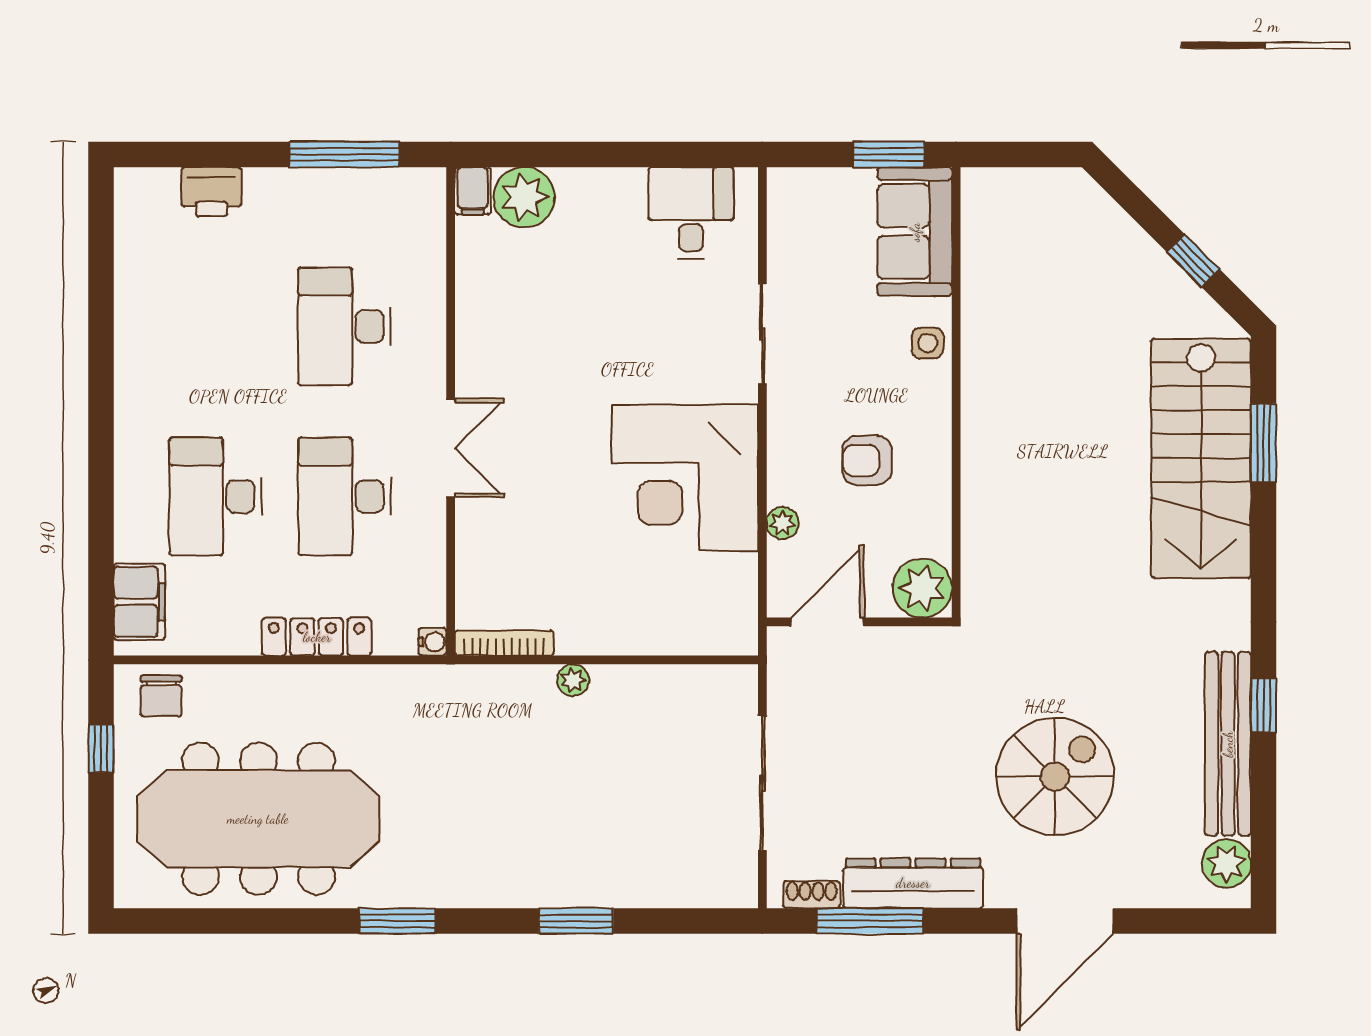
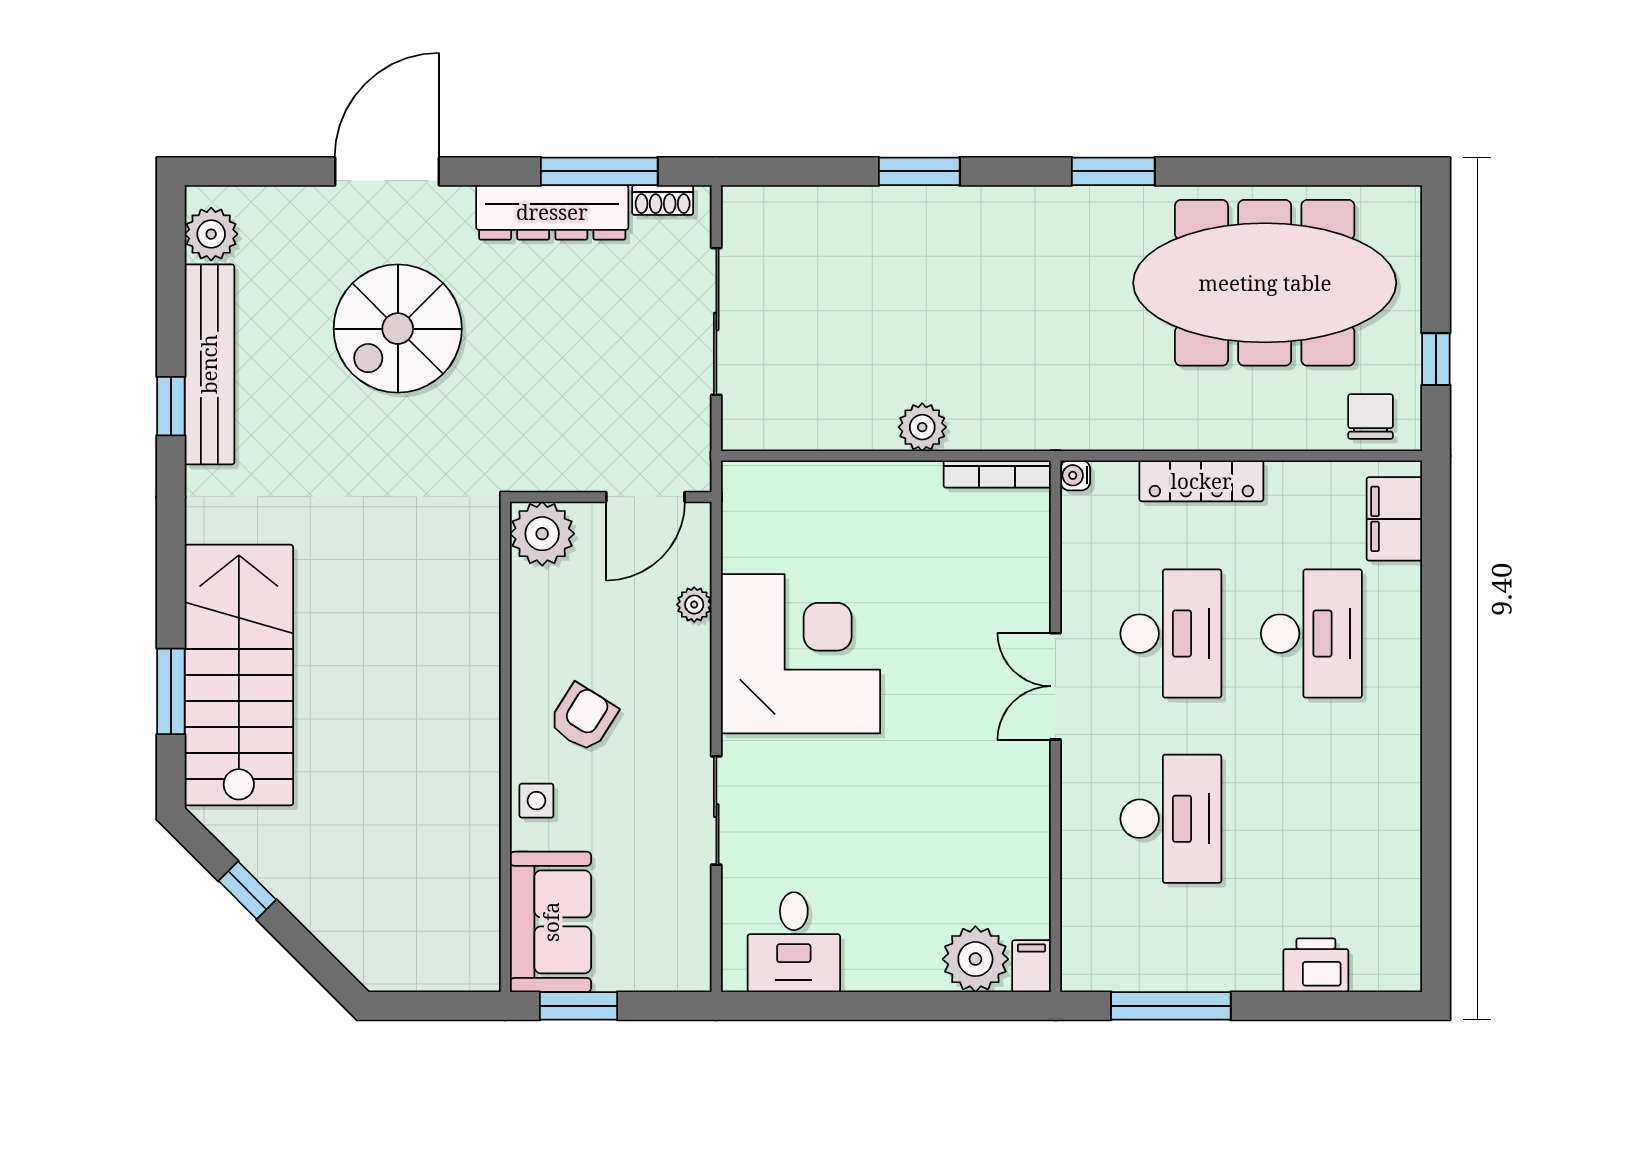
armchair: (867, 461) -> (583, 718), moved, turned -58
plant: (573, 680) -> (922, 427), width x1.38, depth x1.38

